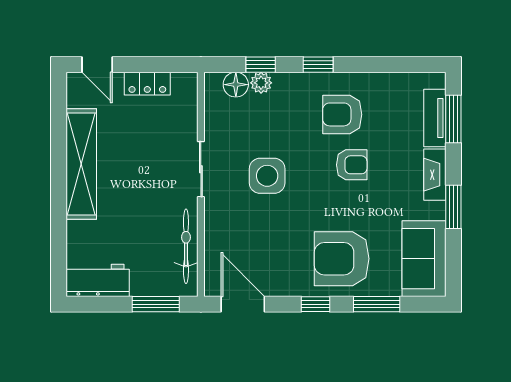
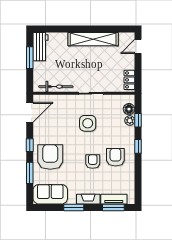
locker: (147, 84) -> (129, 80), moved
armchair: (352, 165) -> (93, 161), turned 180
window: (156, 304) -> (30, 58), moved

